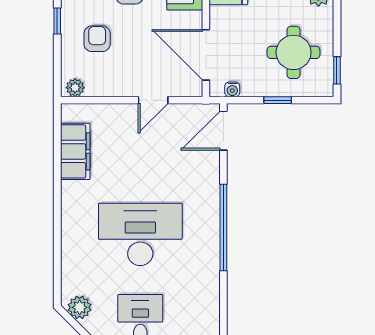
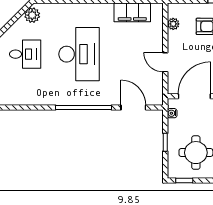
plant: (75, 88) -> (173, 24), moved
door: (223, 131) -> (133, 107), moved

